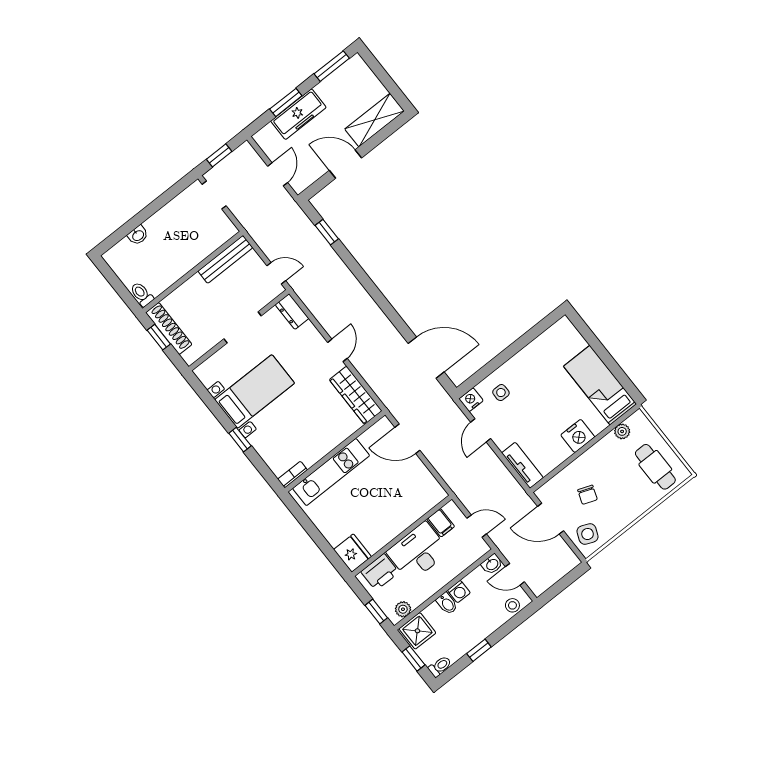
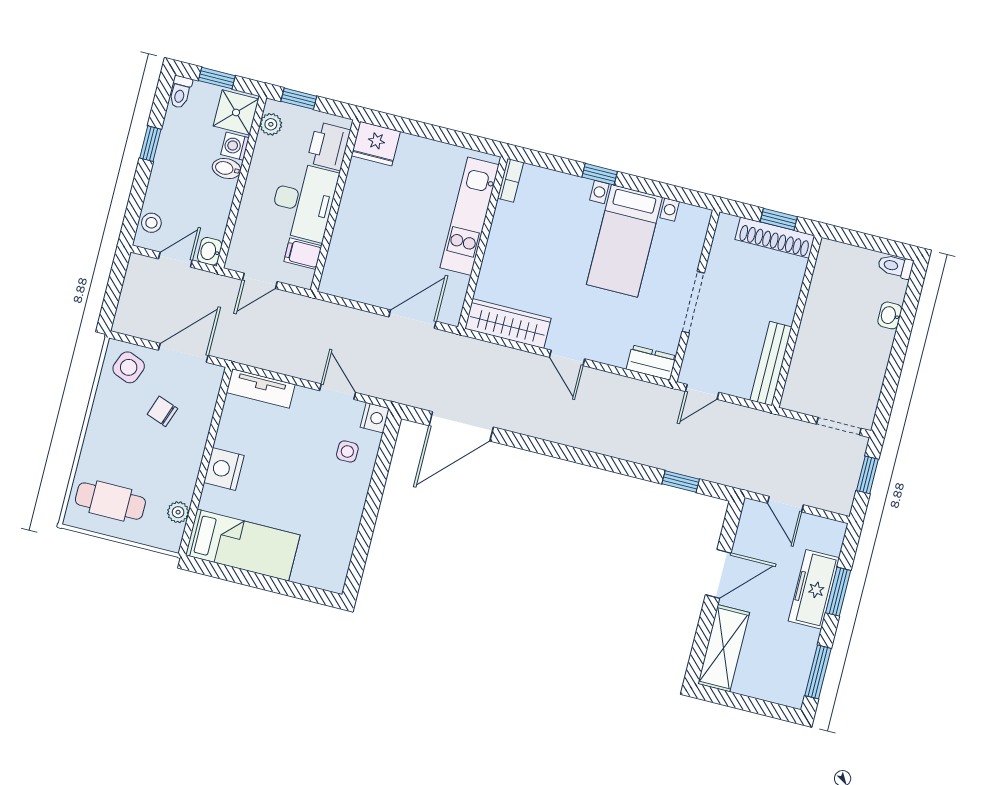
toilet: (142, 294) -> (895, 266), moved, turned 180
washing machine: (459, 592) -> (235, 146), moved

